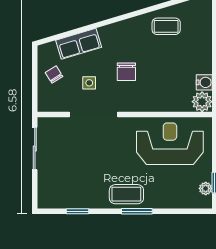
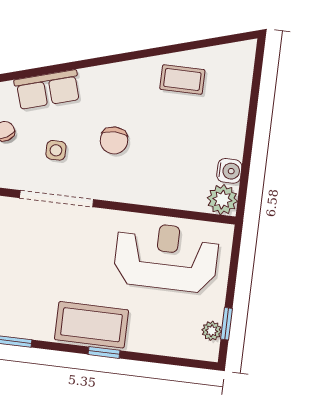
coffee table: (126, 194) -> (91, 325), width x1.36, depth x1.32
window: (137, 211) -> (104, 352), width x0.67

